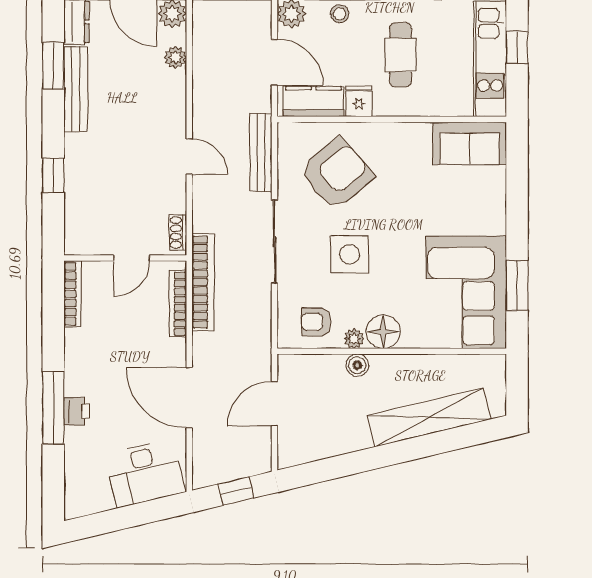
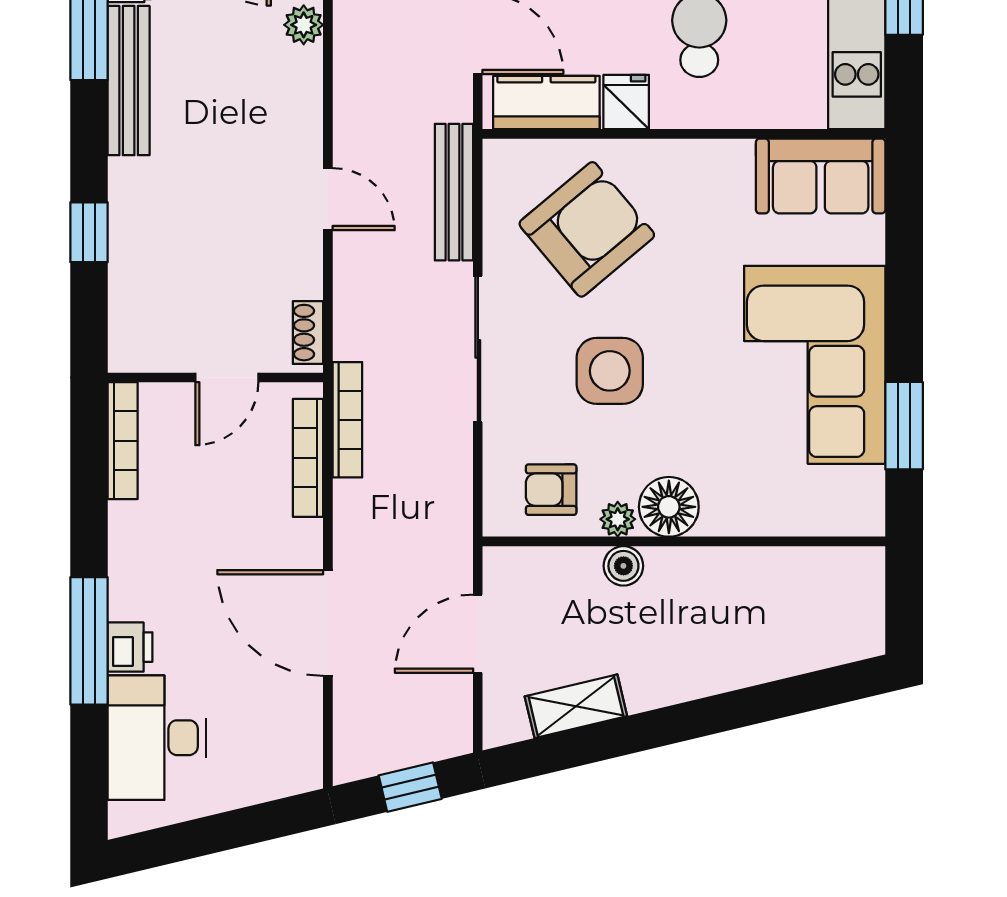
bookcase: (203, 282) -> (347, 420), width x0.68, depth x0.76
corner sofa: (466, 292) -> (815, 365), moved
shelving: (429, 417) -> (576, 706), moved, width x0.45, depth x0.75
desk: (145, 473) -> (157, 738), moved, turned 103

